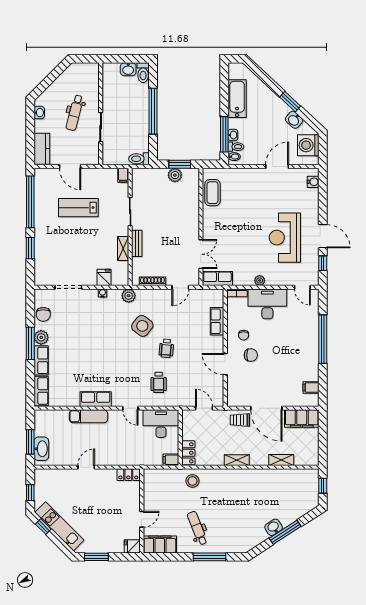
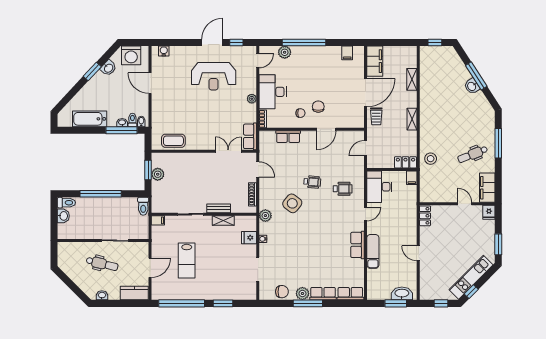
plant: (312, 317) -> (285, 52), added

